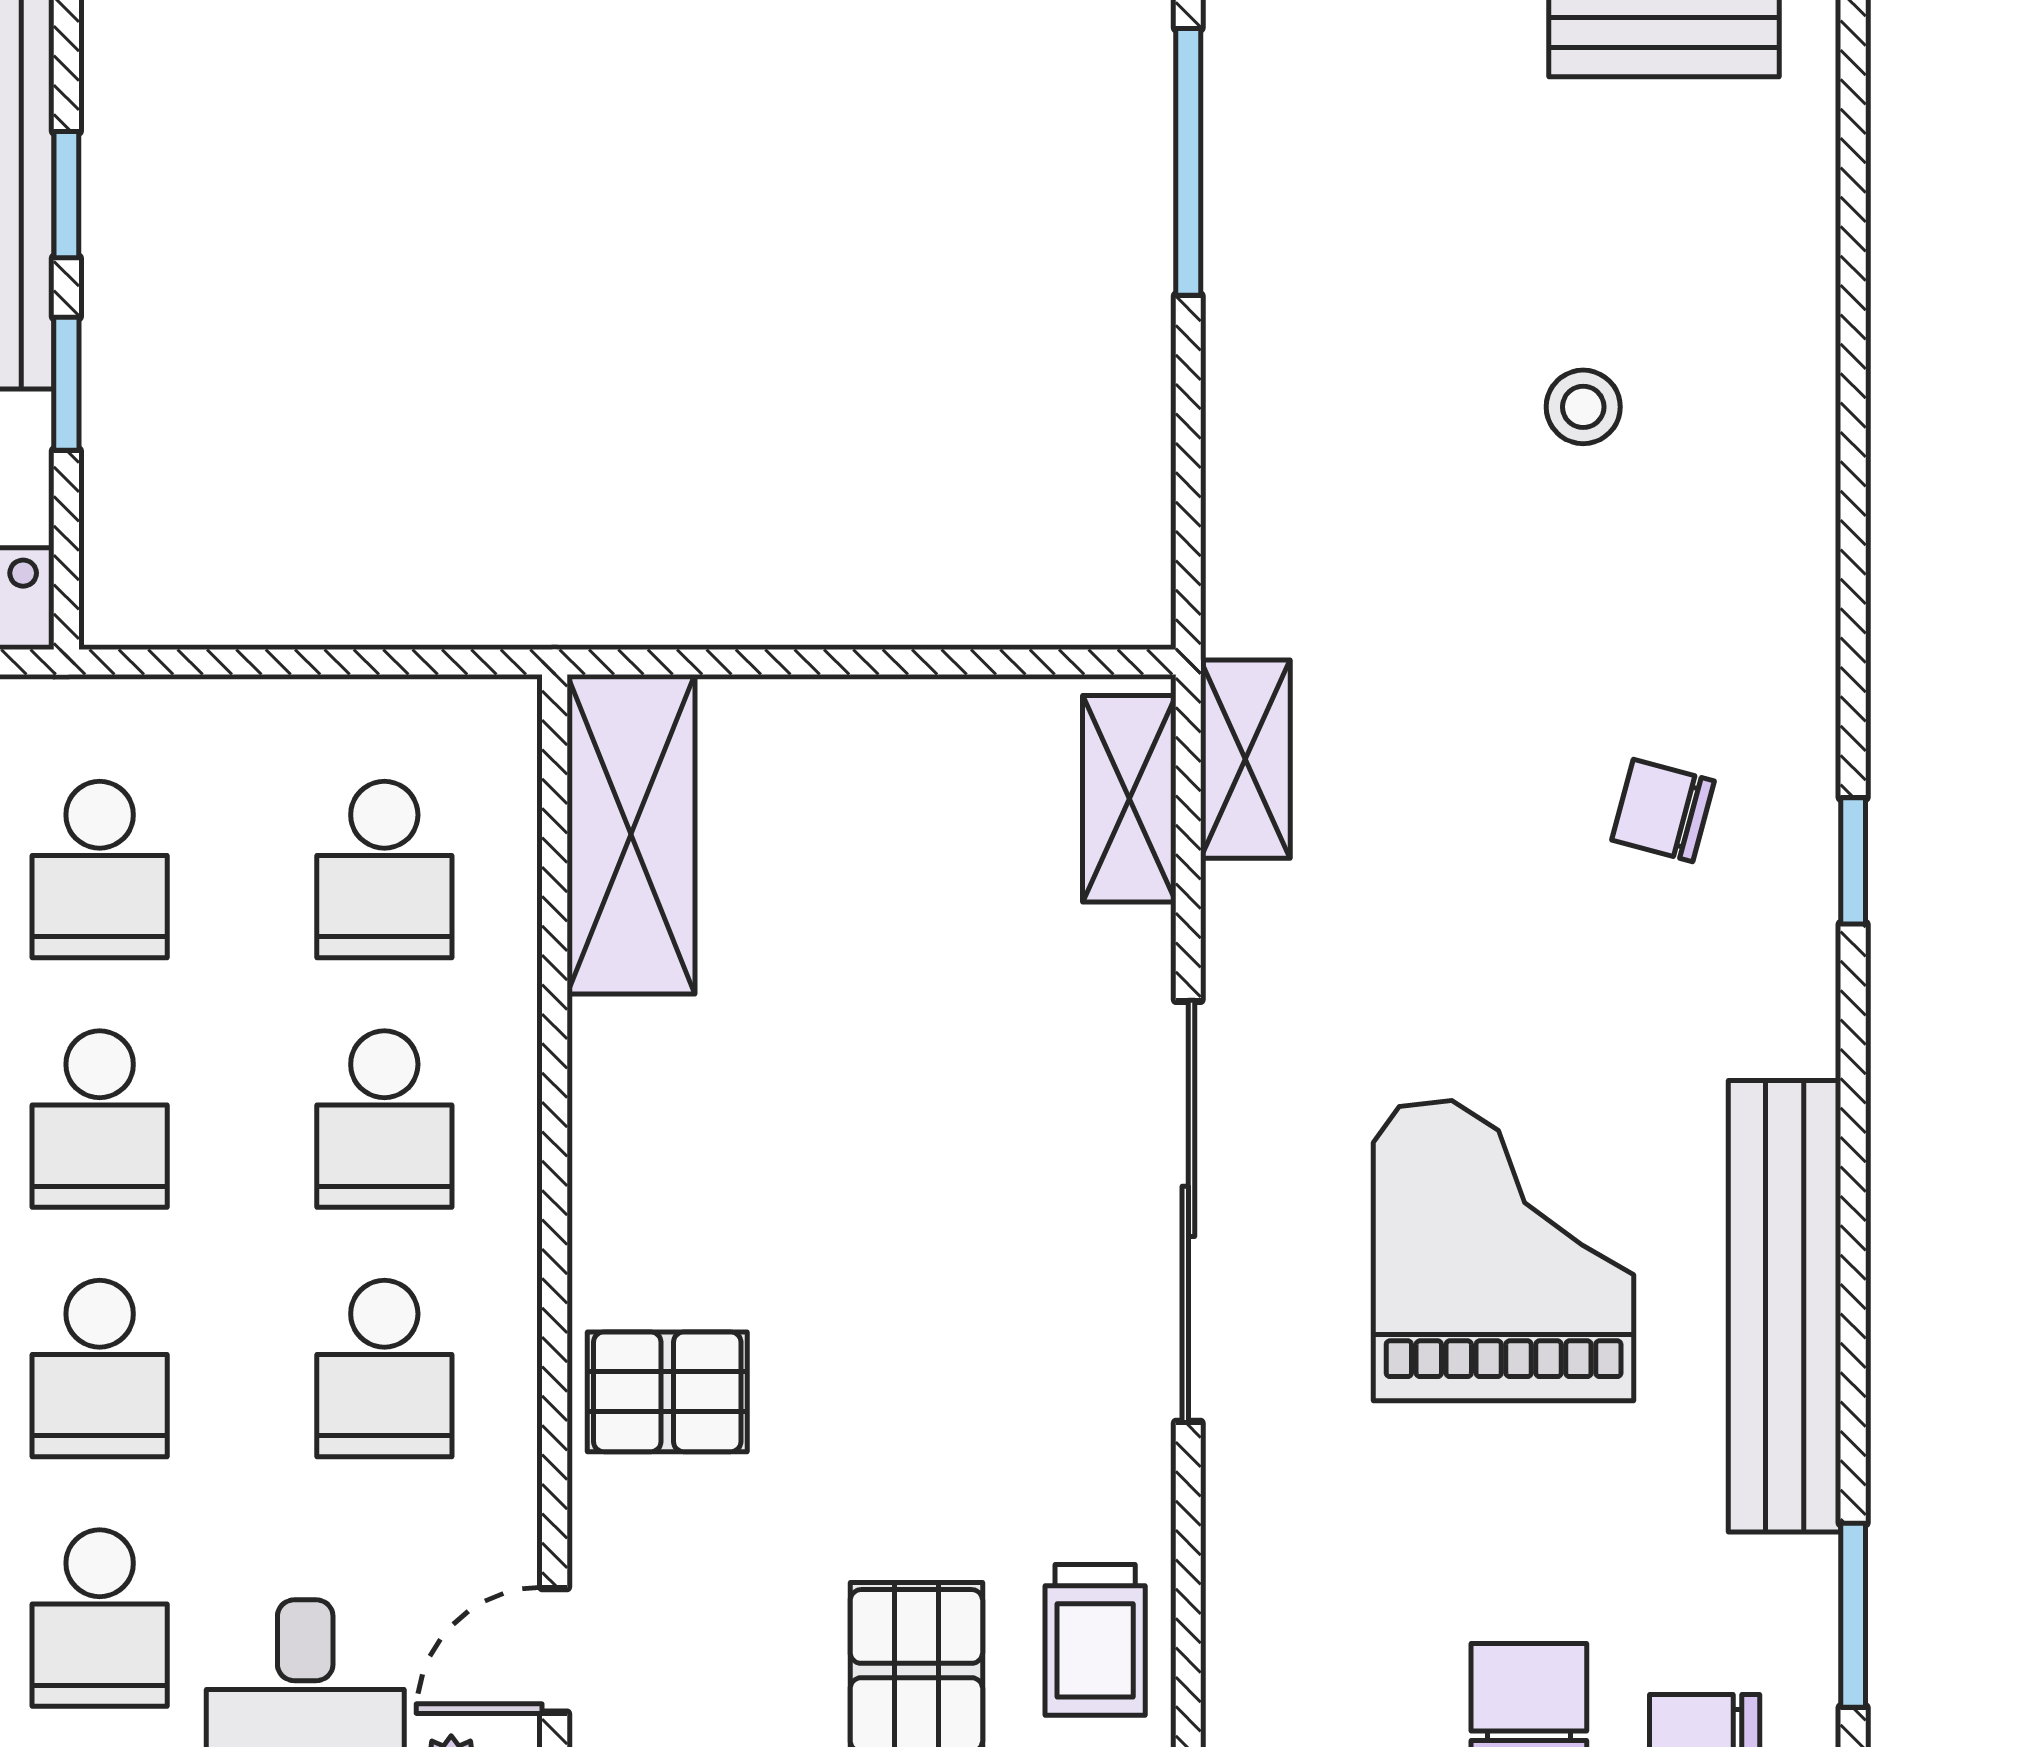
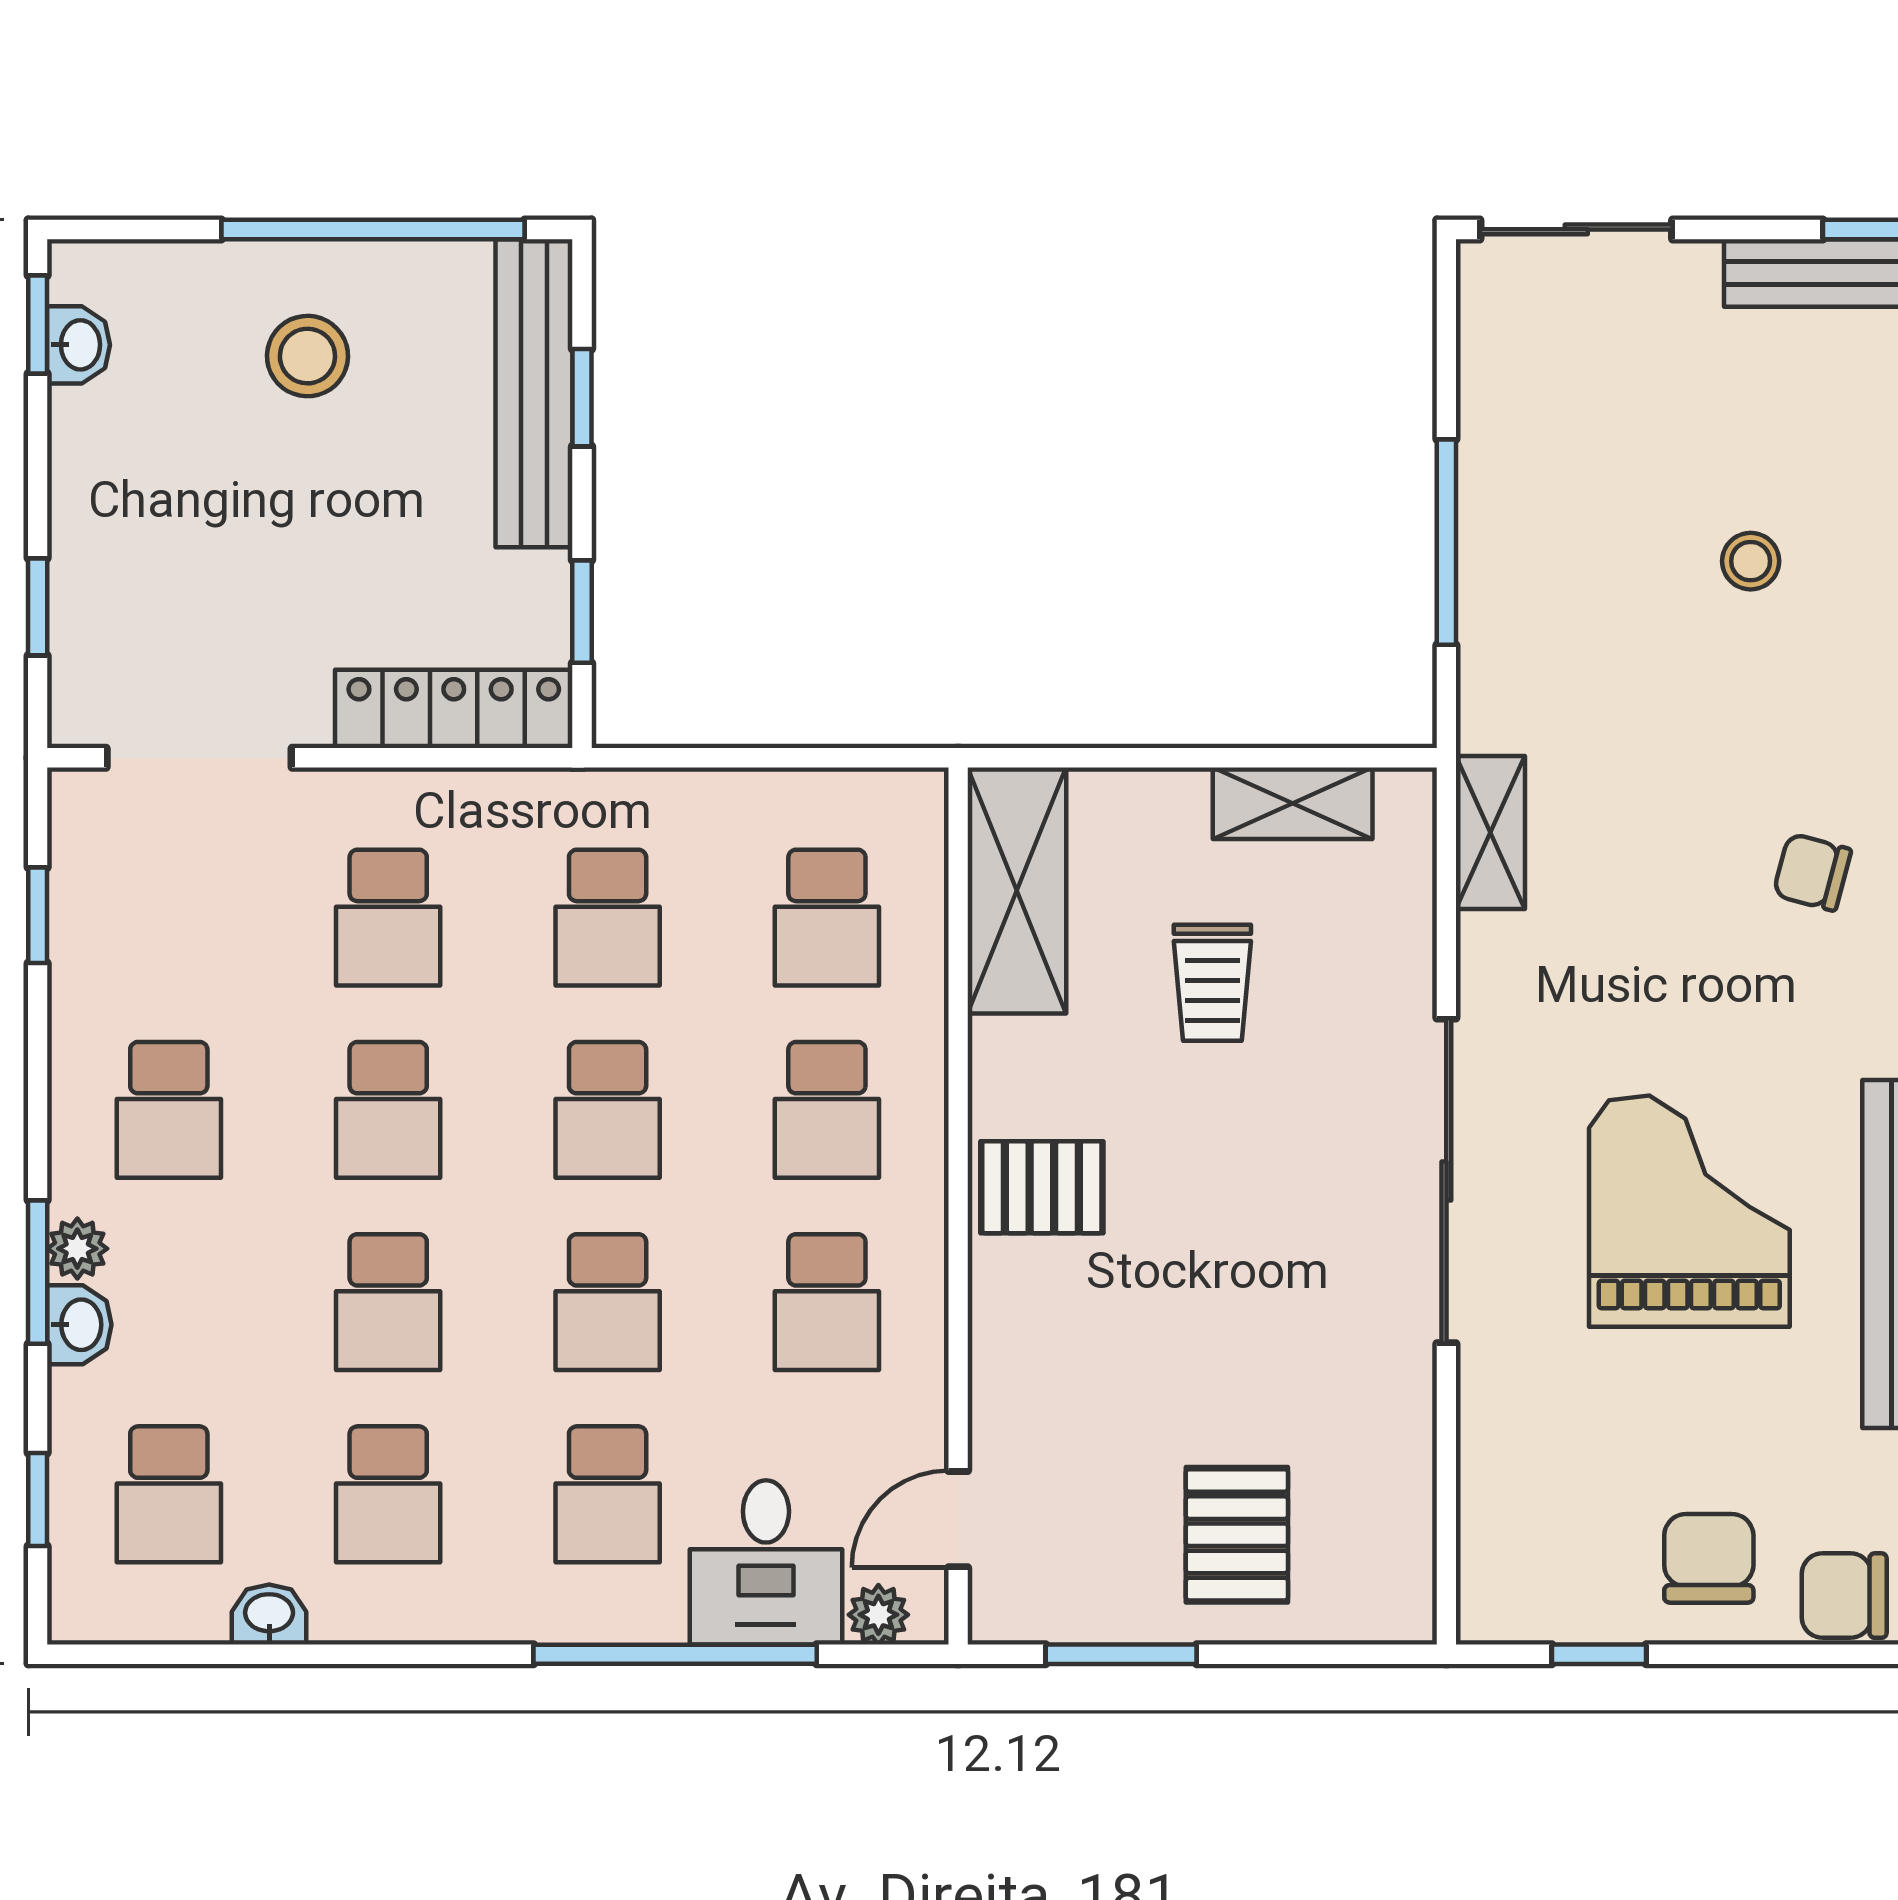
window: (1188, 162) -> (1446, 542), moved
window: (66, 384) -> (582, 612), moved
shelving: (1129, 799) -> (1293, 803), moved, turned 90
pallet: (667, 1392) -> (1042, 1187), moved
trolley: (1095, 1640) -> (1212, 983), moved

